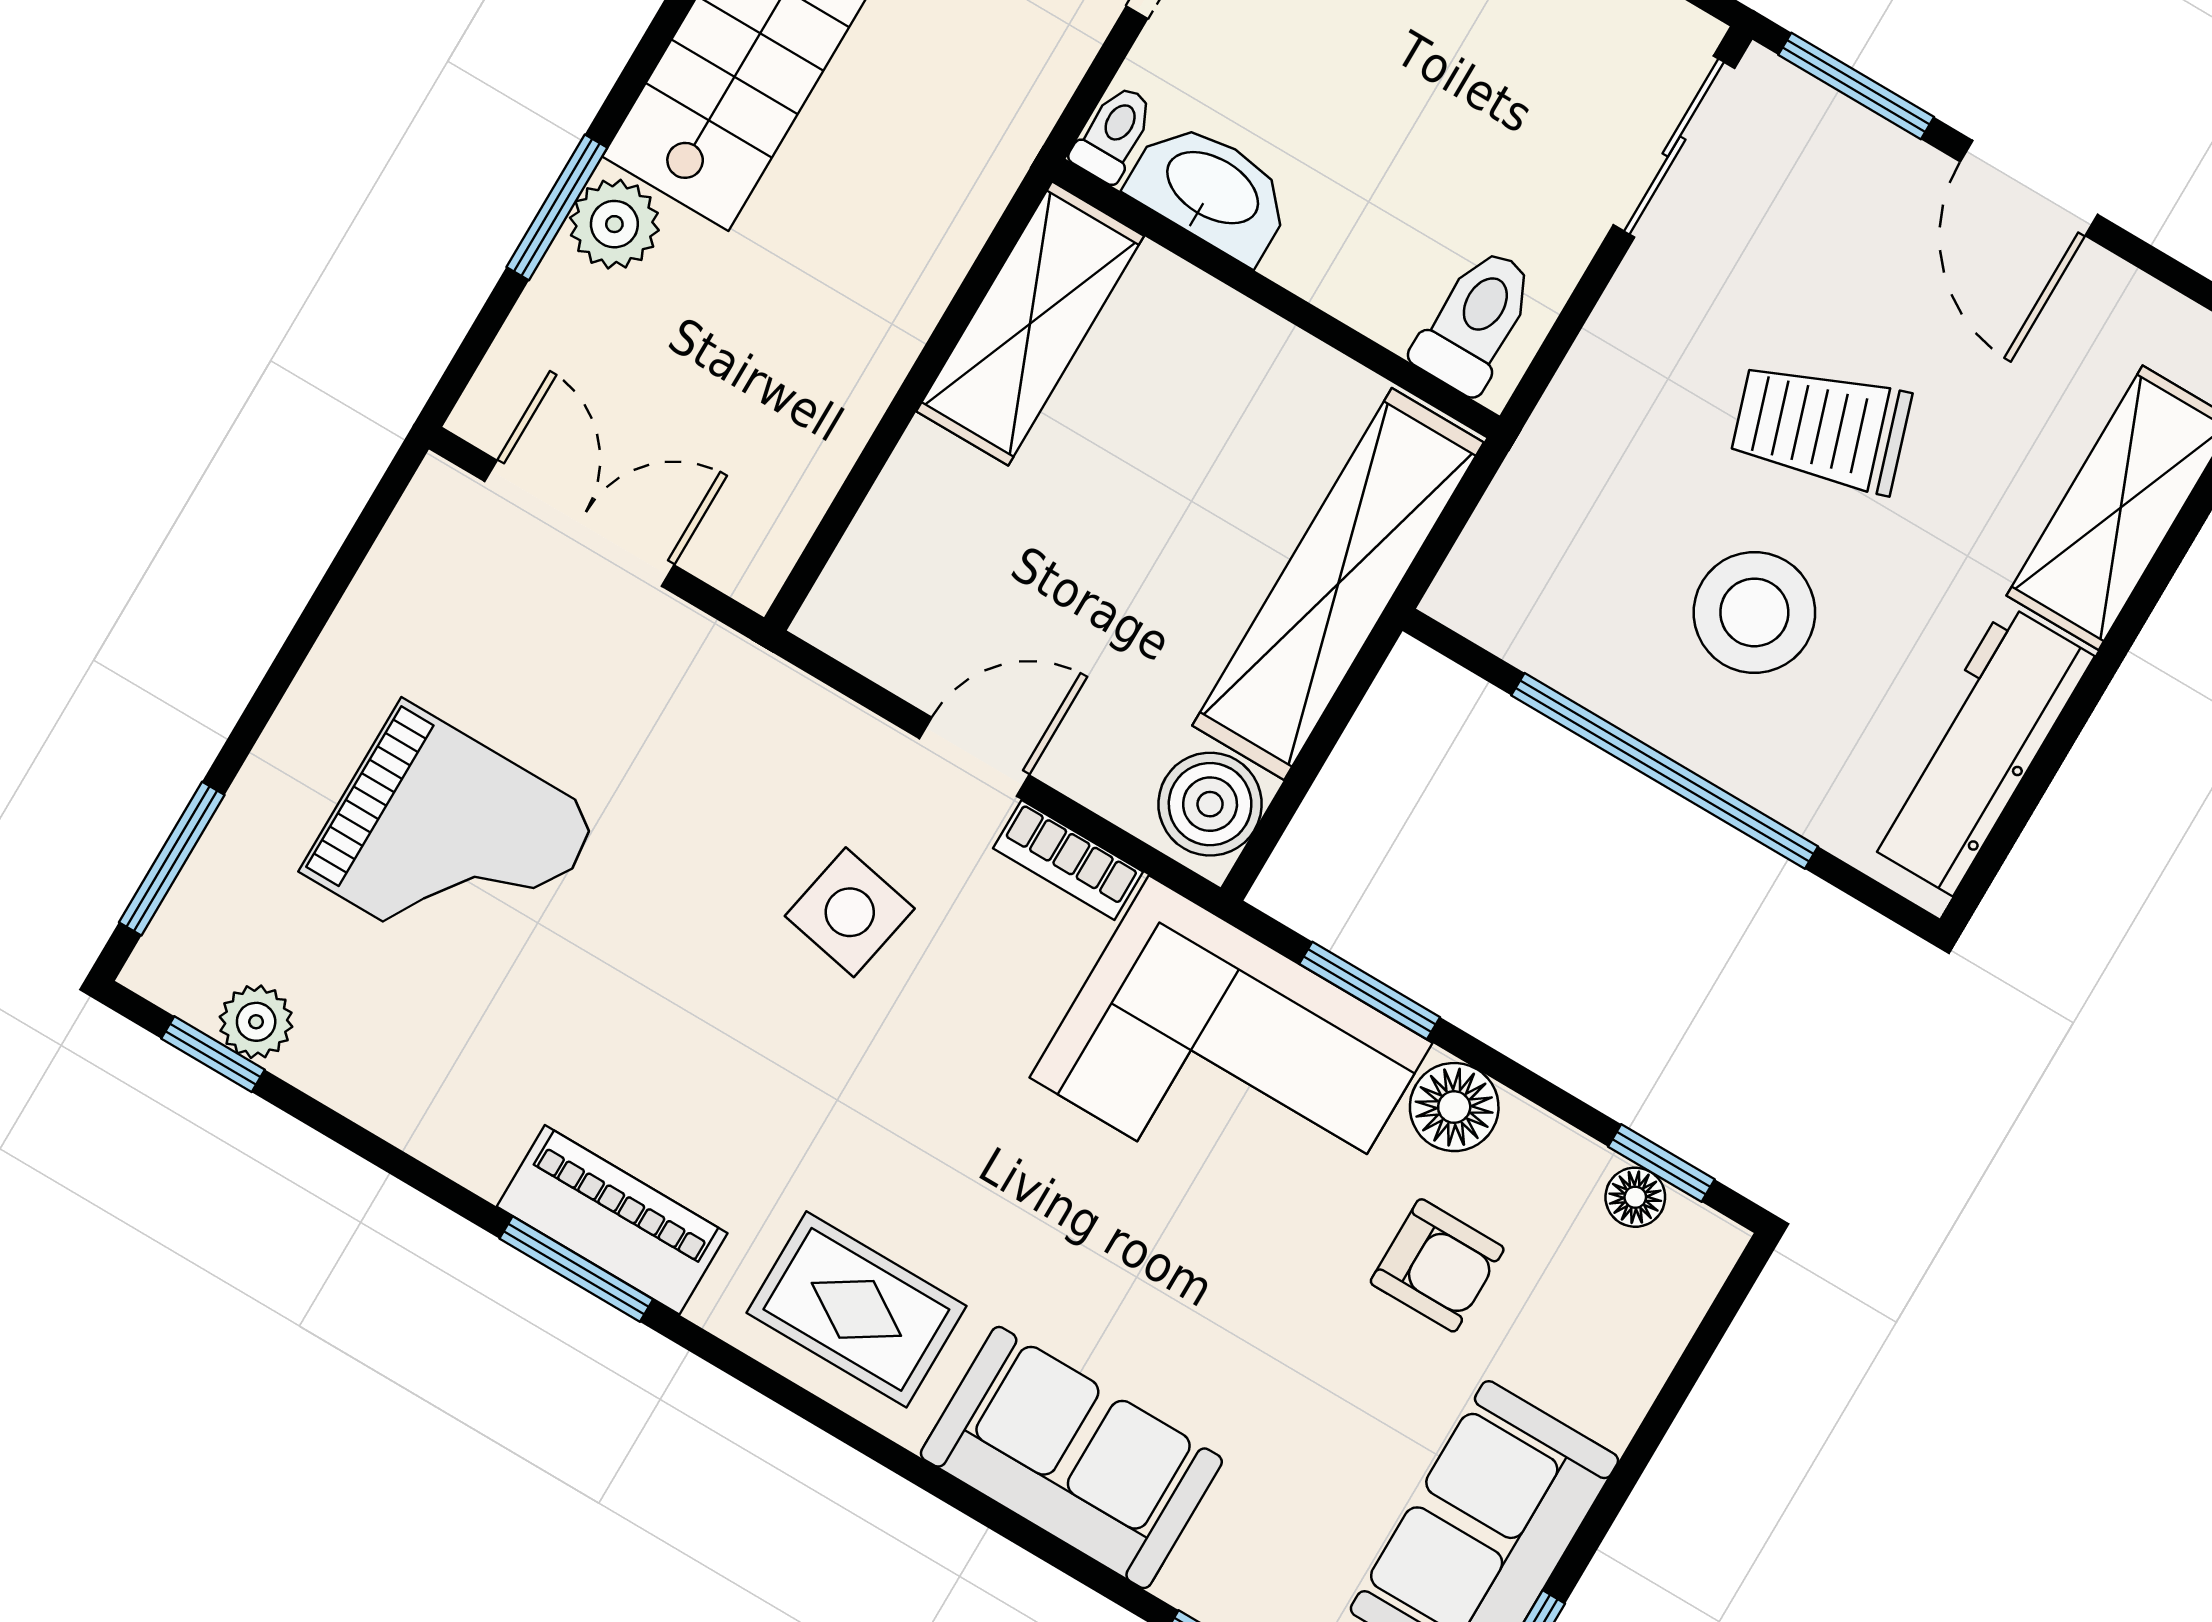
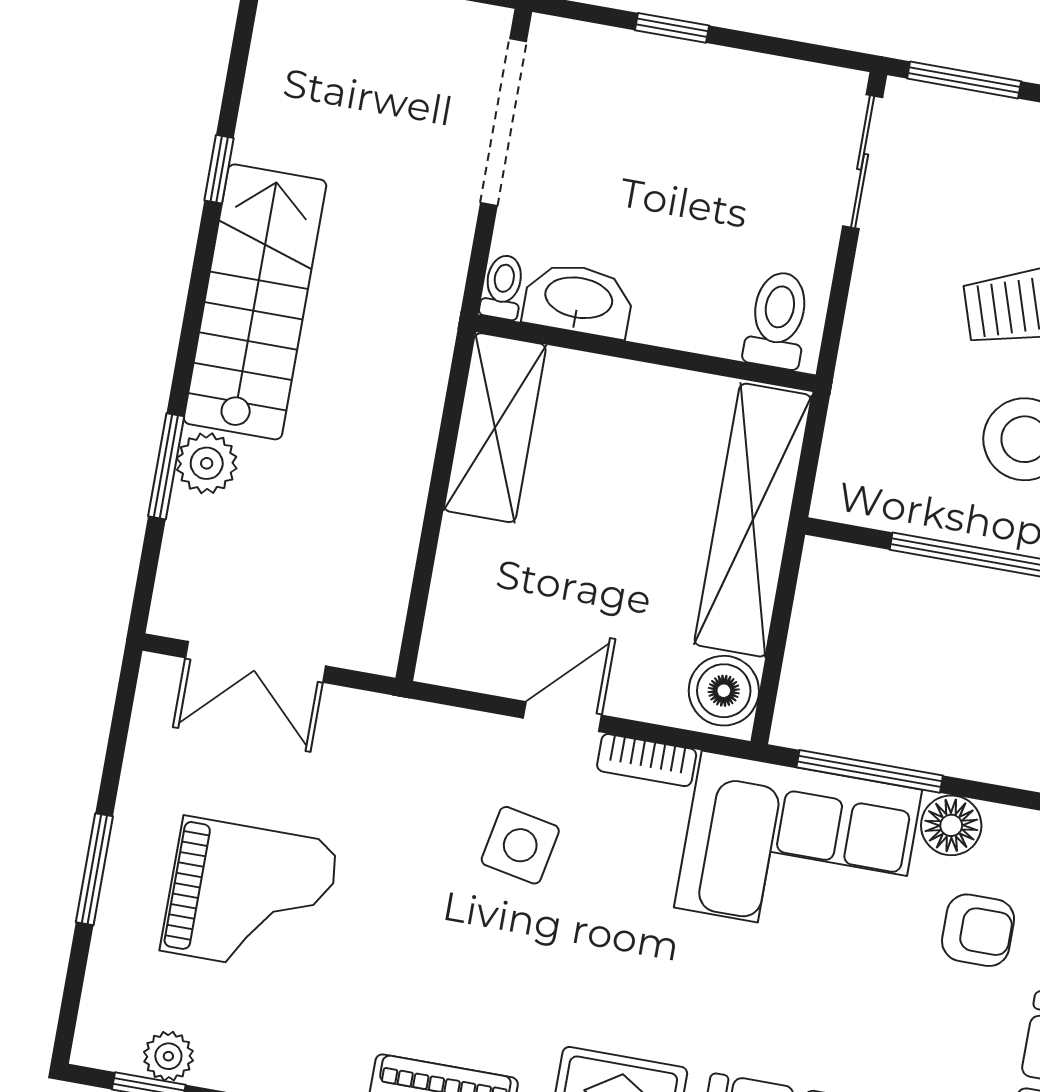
double door: (579, 523) -> (256, 662), swing flipped
window: (172, 859) -> (94, 869), moved
window: (1370, 990) -> (870, 771), width x1.44

